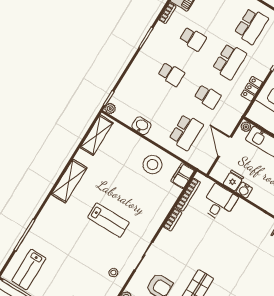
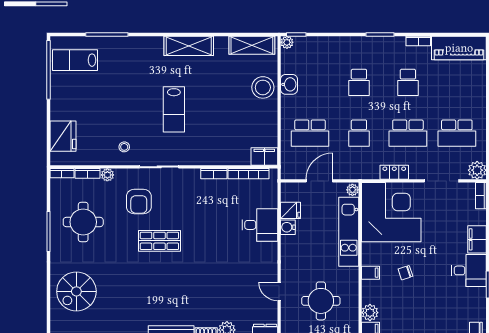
stool: (152, 165) -> (263, 87), moved
desk: (219, 203) -> (260, 225), moved

